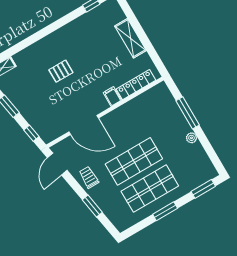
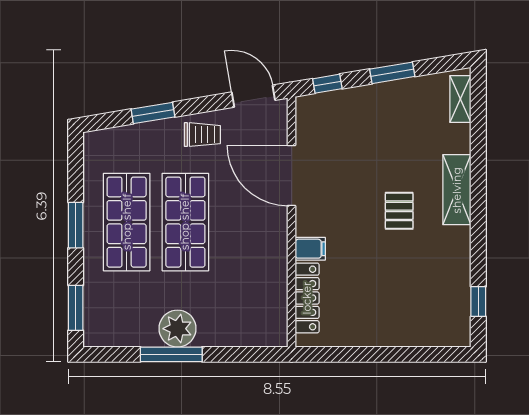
shelving: (130, 38) -> (457, 190), moved, turned 90
pallet: (61, 71) -> (399, 211), moved
window: (188, 113) -> (171, 354), moved
door: (84, 125) -> (292, 175), hinge flipped
plant: (191, 138) -> (177, 329), width x1.88, depth x1.88

